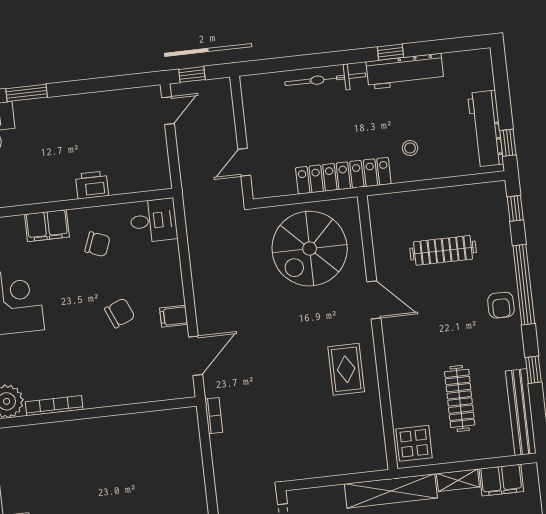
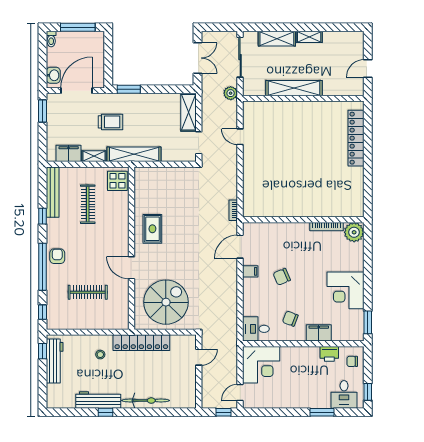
corner desk: (138, 161) -> (261, 365), added
printer: (92, 185) -> (329, 354), moved

